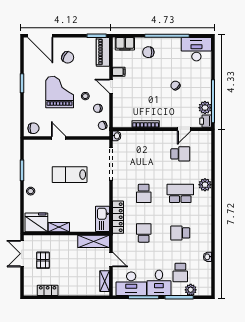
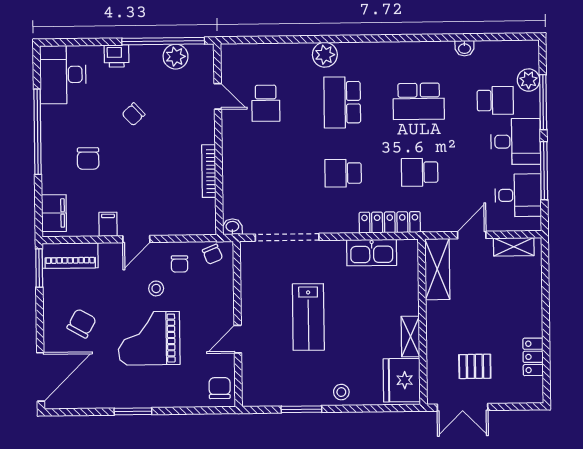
chair: (148, 52) -> (88, 159), moved
printer: (206, 121) -> (117, 56), moved
school desk: (180, 154) -> (266, 103), turned 180
school desk: (144, 193) -> (343, 173), turned 180
kitchen sink: (102, 219) -> (372, 253), moved
school desk: (180, 233) -> (419, 101), width x1.85
desk: (131, 284) -> (518, 195), width x0.73

